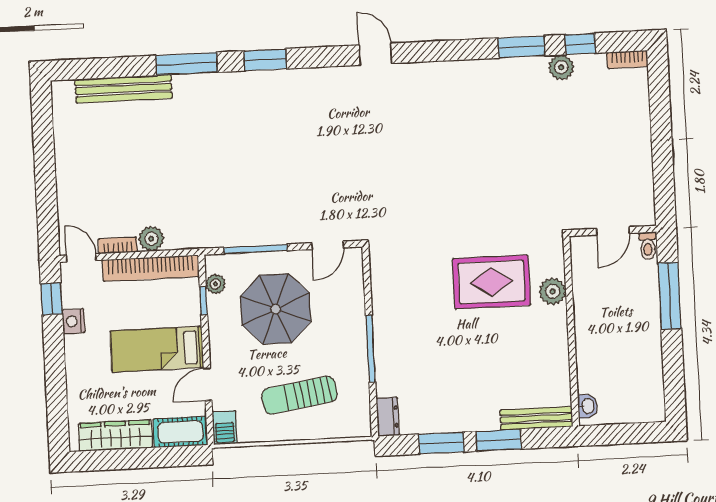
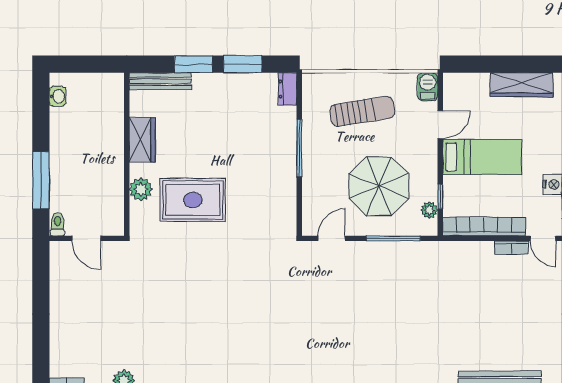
door: (613, 231) -> (86, 238), swing flipped
plant: (151, 239) -> (482, 252), removed
wardrobe: (554, 349) -> (142, 140), added
washbasin: (587, 406) -> (58, 96), moved, turned 180
cot: (180, 432) -> (466, 85), removed

